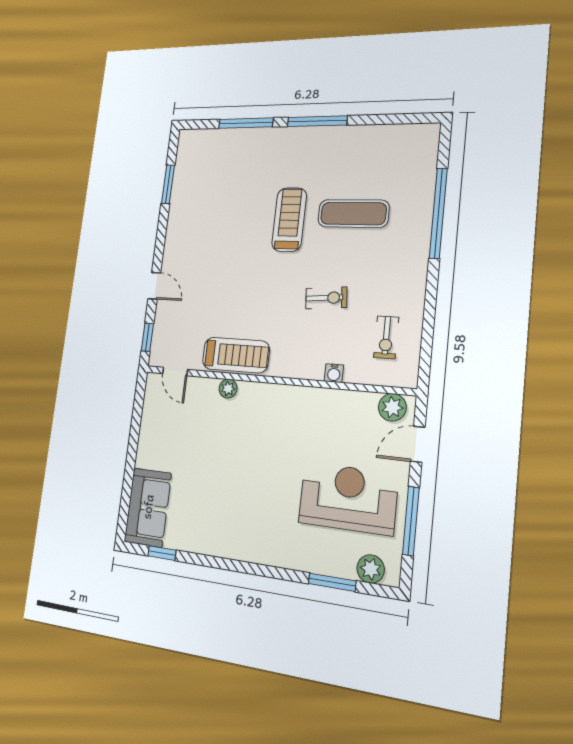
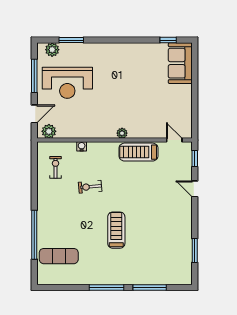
exercise mat: (353, 214) -> (59, 256), moved
treadmill: (289, 220) -> (116, 230), turned 180
plant: (228, 389) -> (122, 133), moved

